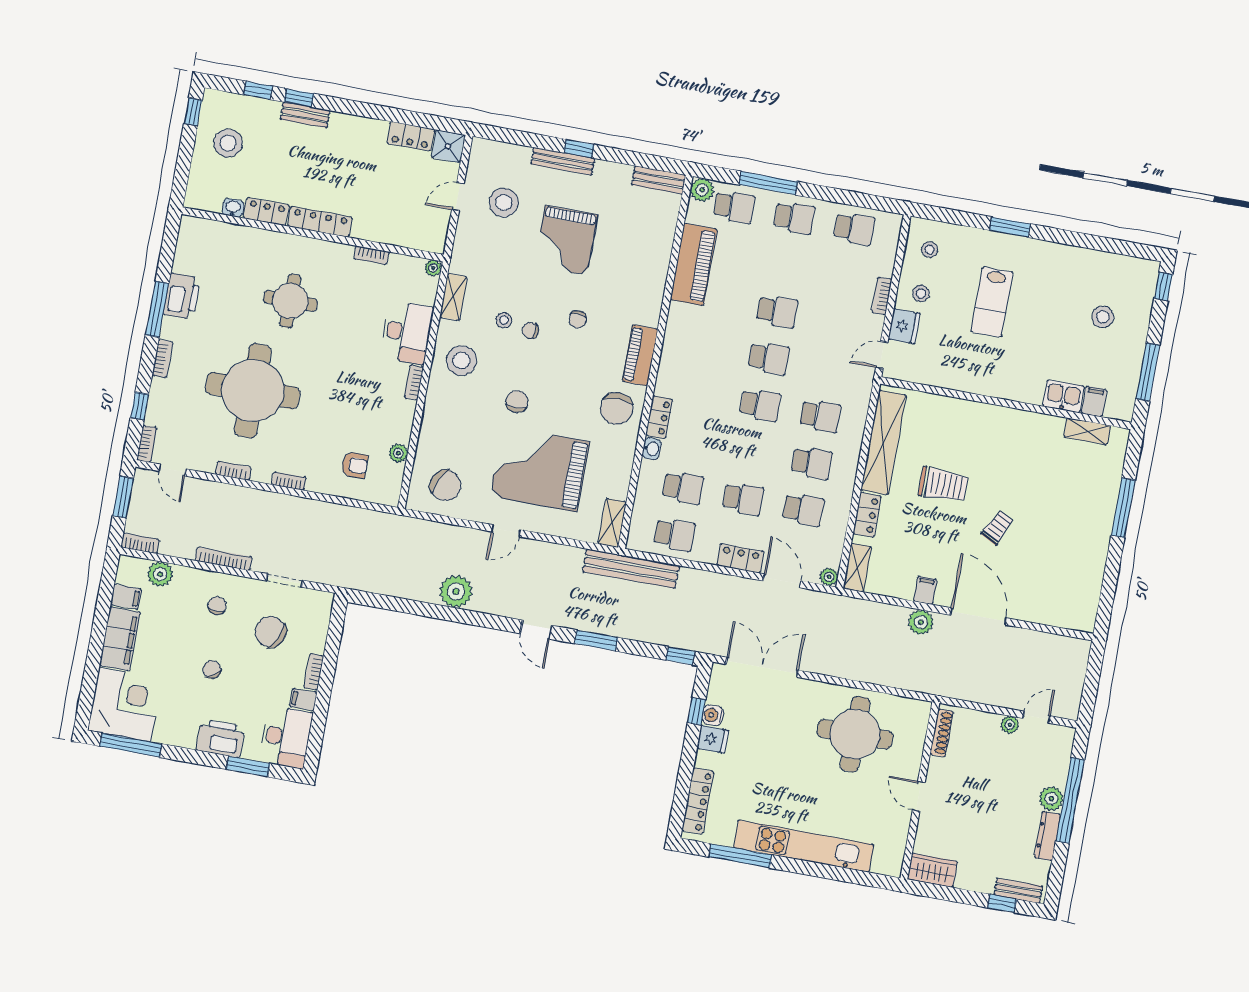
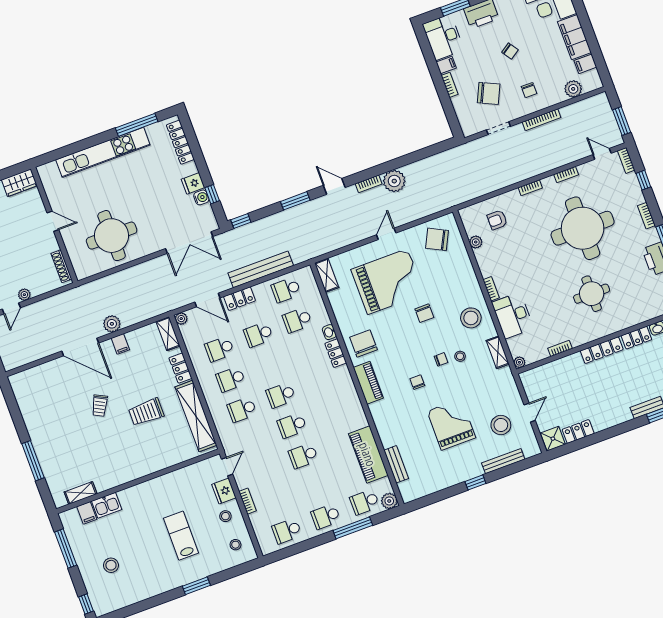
bench: (563, 161) -> (503, 461), moved
bench: (659, 180) -> (396, 464), moved, turned 90
bookcase: (140, 543) -> (369, 184), moved
bench: (631, 569) -> (261, 269), moved

